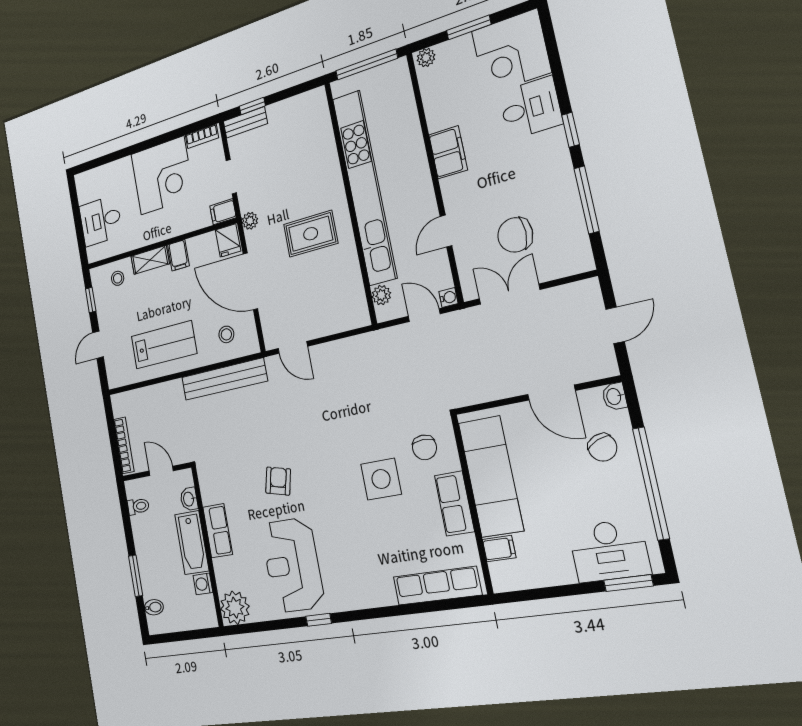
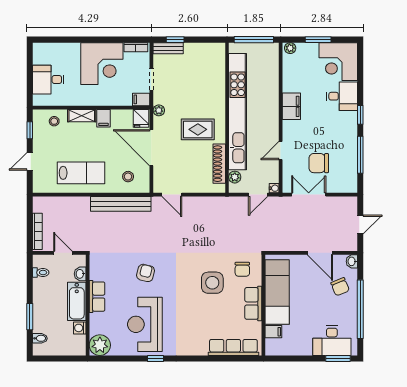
shoe rack: (353, 279) -> (219, 164), added
door: (424, 315) -> (258, 195), swing flipped

